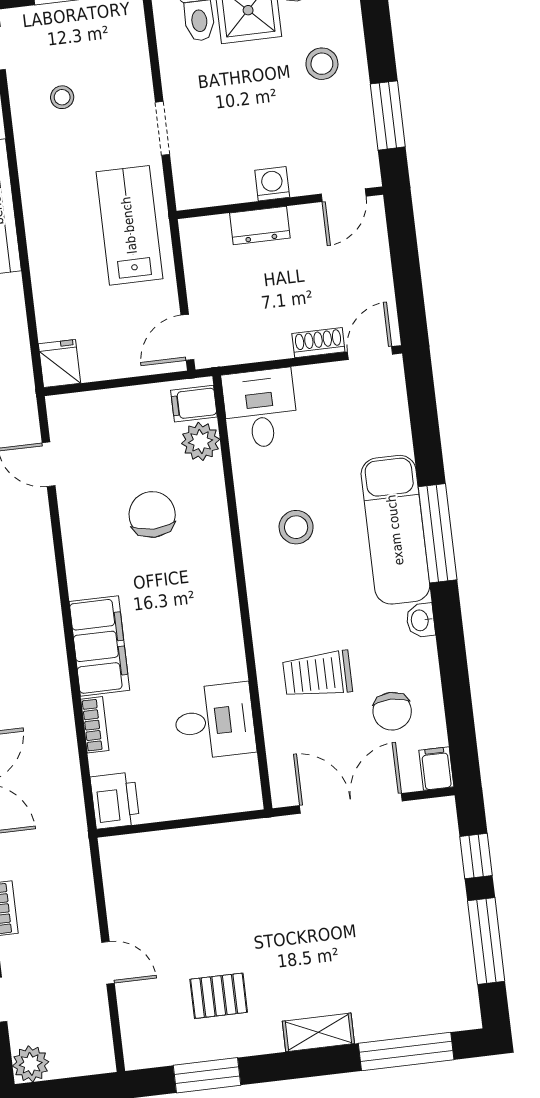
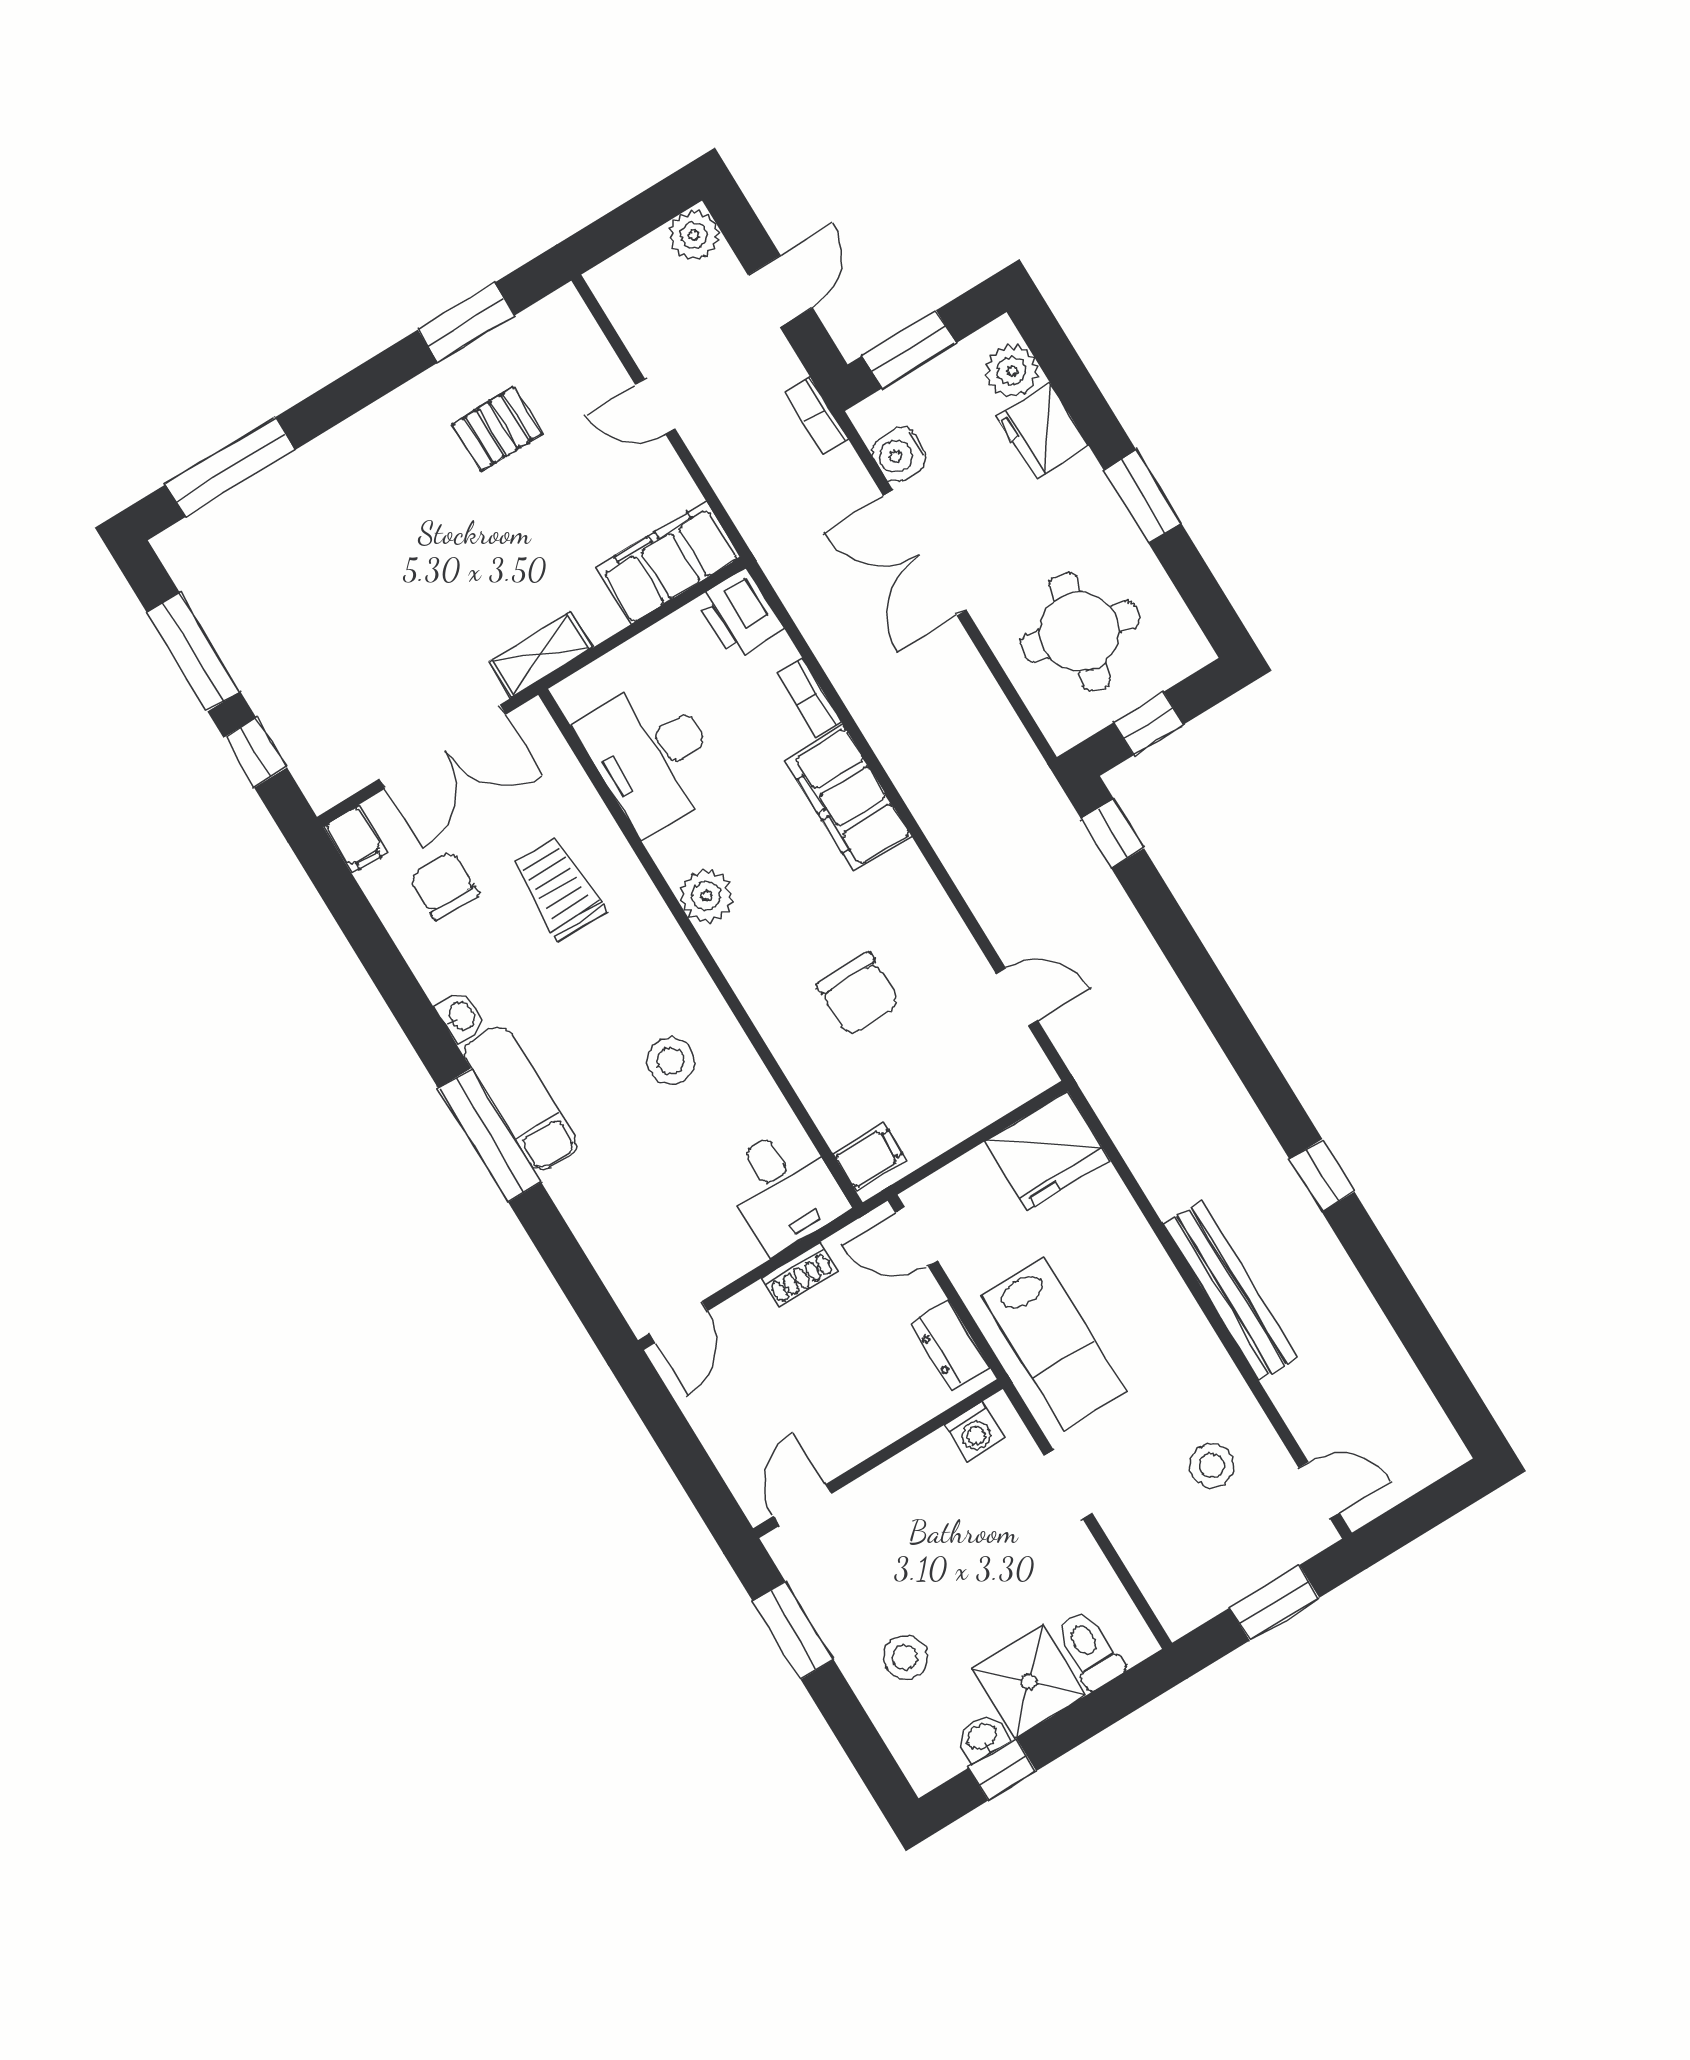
stool: (62, 97) -> (1212, 1465), width x1.37, depth x1.37
washing machine: (272, 184) -> (974, 1432), moved
dresser: (260, 226) -> (950, 1345), moved, turned -90
door: (187, 337) -> (916, 1237), swing flipped
shoe rack: (318, 343) -> (799, 1275), moved
fridge: (59, 364) -> (1048, 1151), width x1.88, depth x1.34
plant: (201, 441) -> (706, 896), moved
exam couch: (395, 530) -> (520, 1098), width x0.73, depth x0.69
trolley: (318, 674) -> (559, 889), turned -90
desk: (214, 721) -> (651, 755), width x1.37
filing cabinet: (146, 856) -> (668, 562), added
shelving: (318, 1032) -> (540, 655), moved

